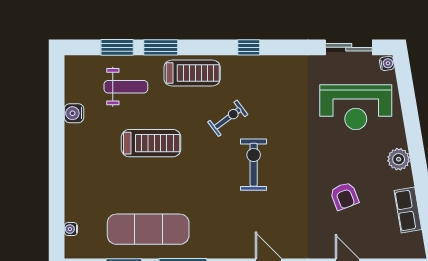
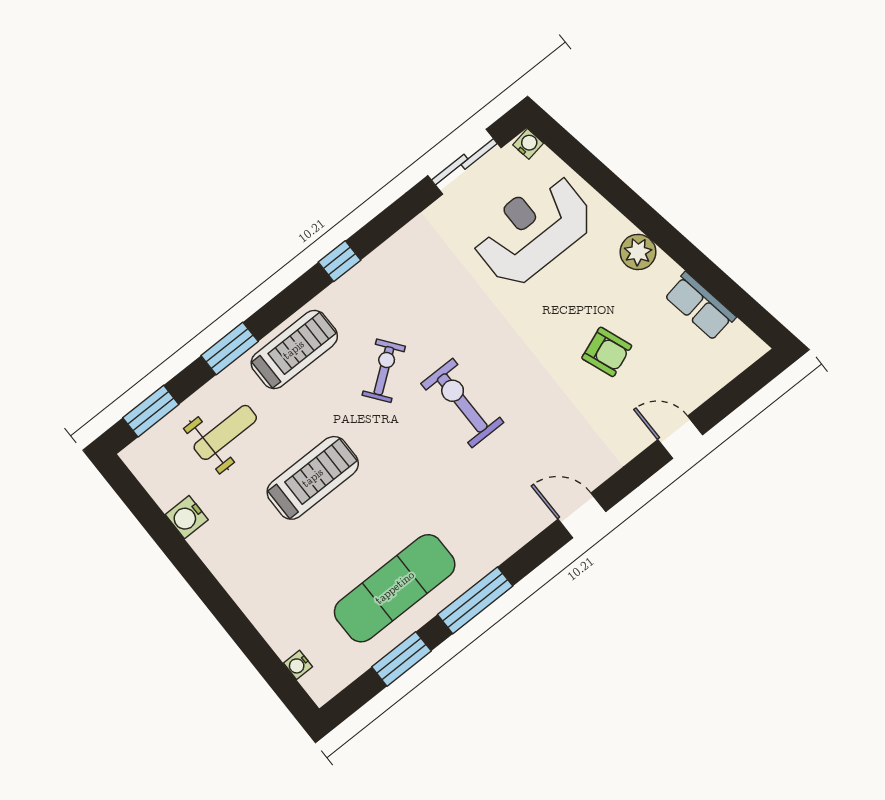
window: (117, 47) -> (151, 411), moved
reception desk: (356, 107) -> (533, 230), turned 180

